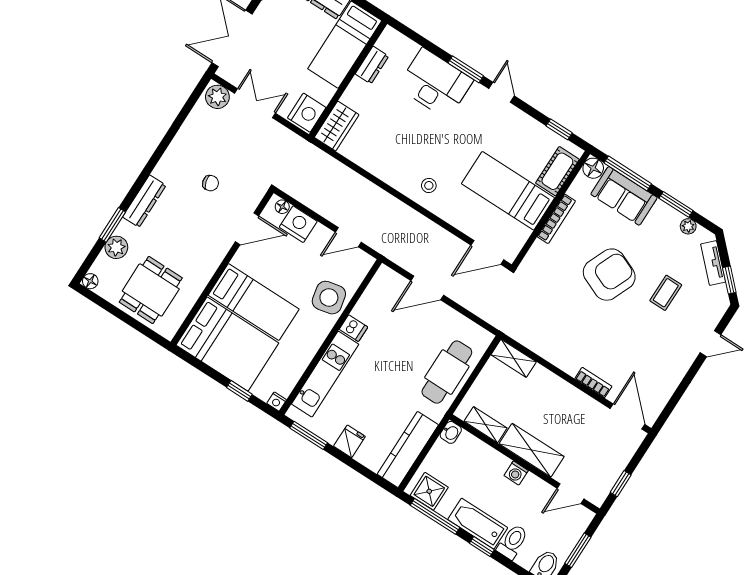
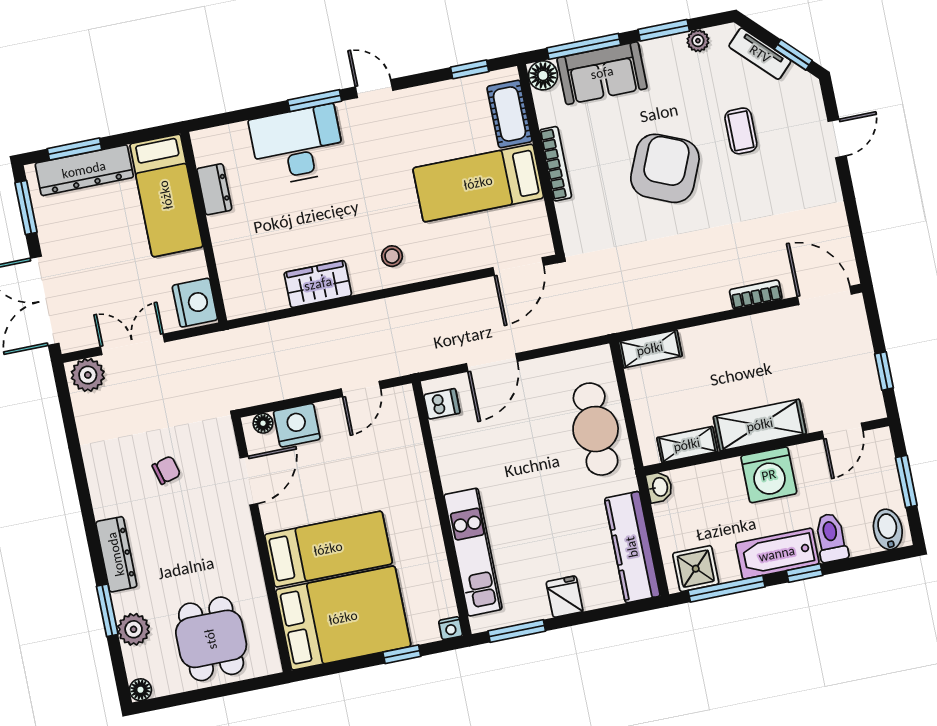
wardrobe: (337, 126) -> (318, 284), moved, turned -90
side table: (329, 298) -> (401, 470), removed
dishwasher: (354, 328) -> (442, 404), moved
washing machine: (516, 473) -> (769, 475), width x1.89, depth x1.89

